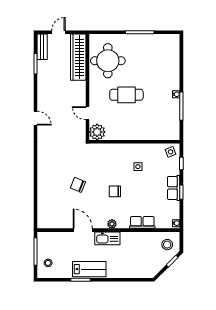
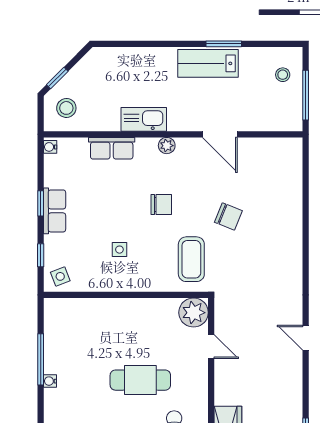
coffee table: (98, 161) -> (191, 259), added
kitchen sink: (107, 238) -> (144, 119), moved

